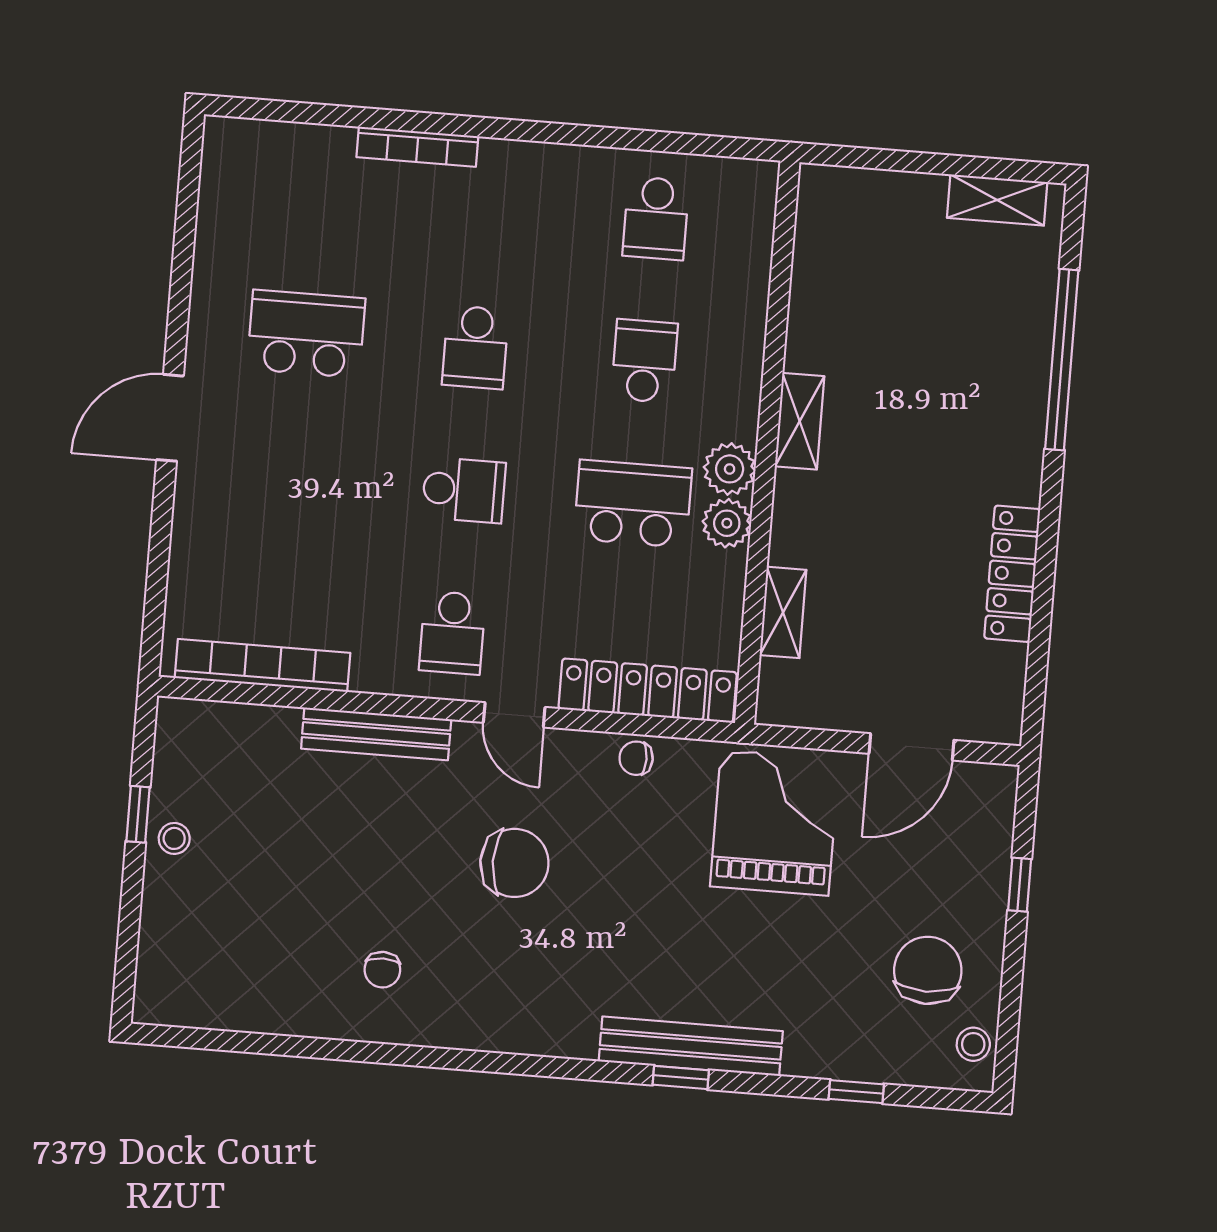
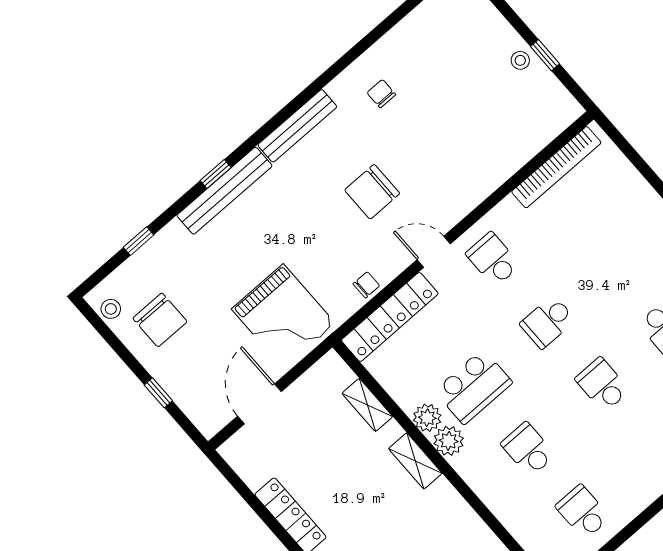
school desk: (644, 361) -> (528, 449), turned 180
shelving: (800, 421) -> (415, 461), moved
bench: (376, 734) -> (297, 126), moved

